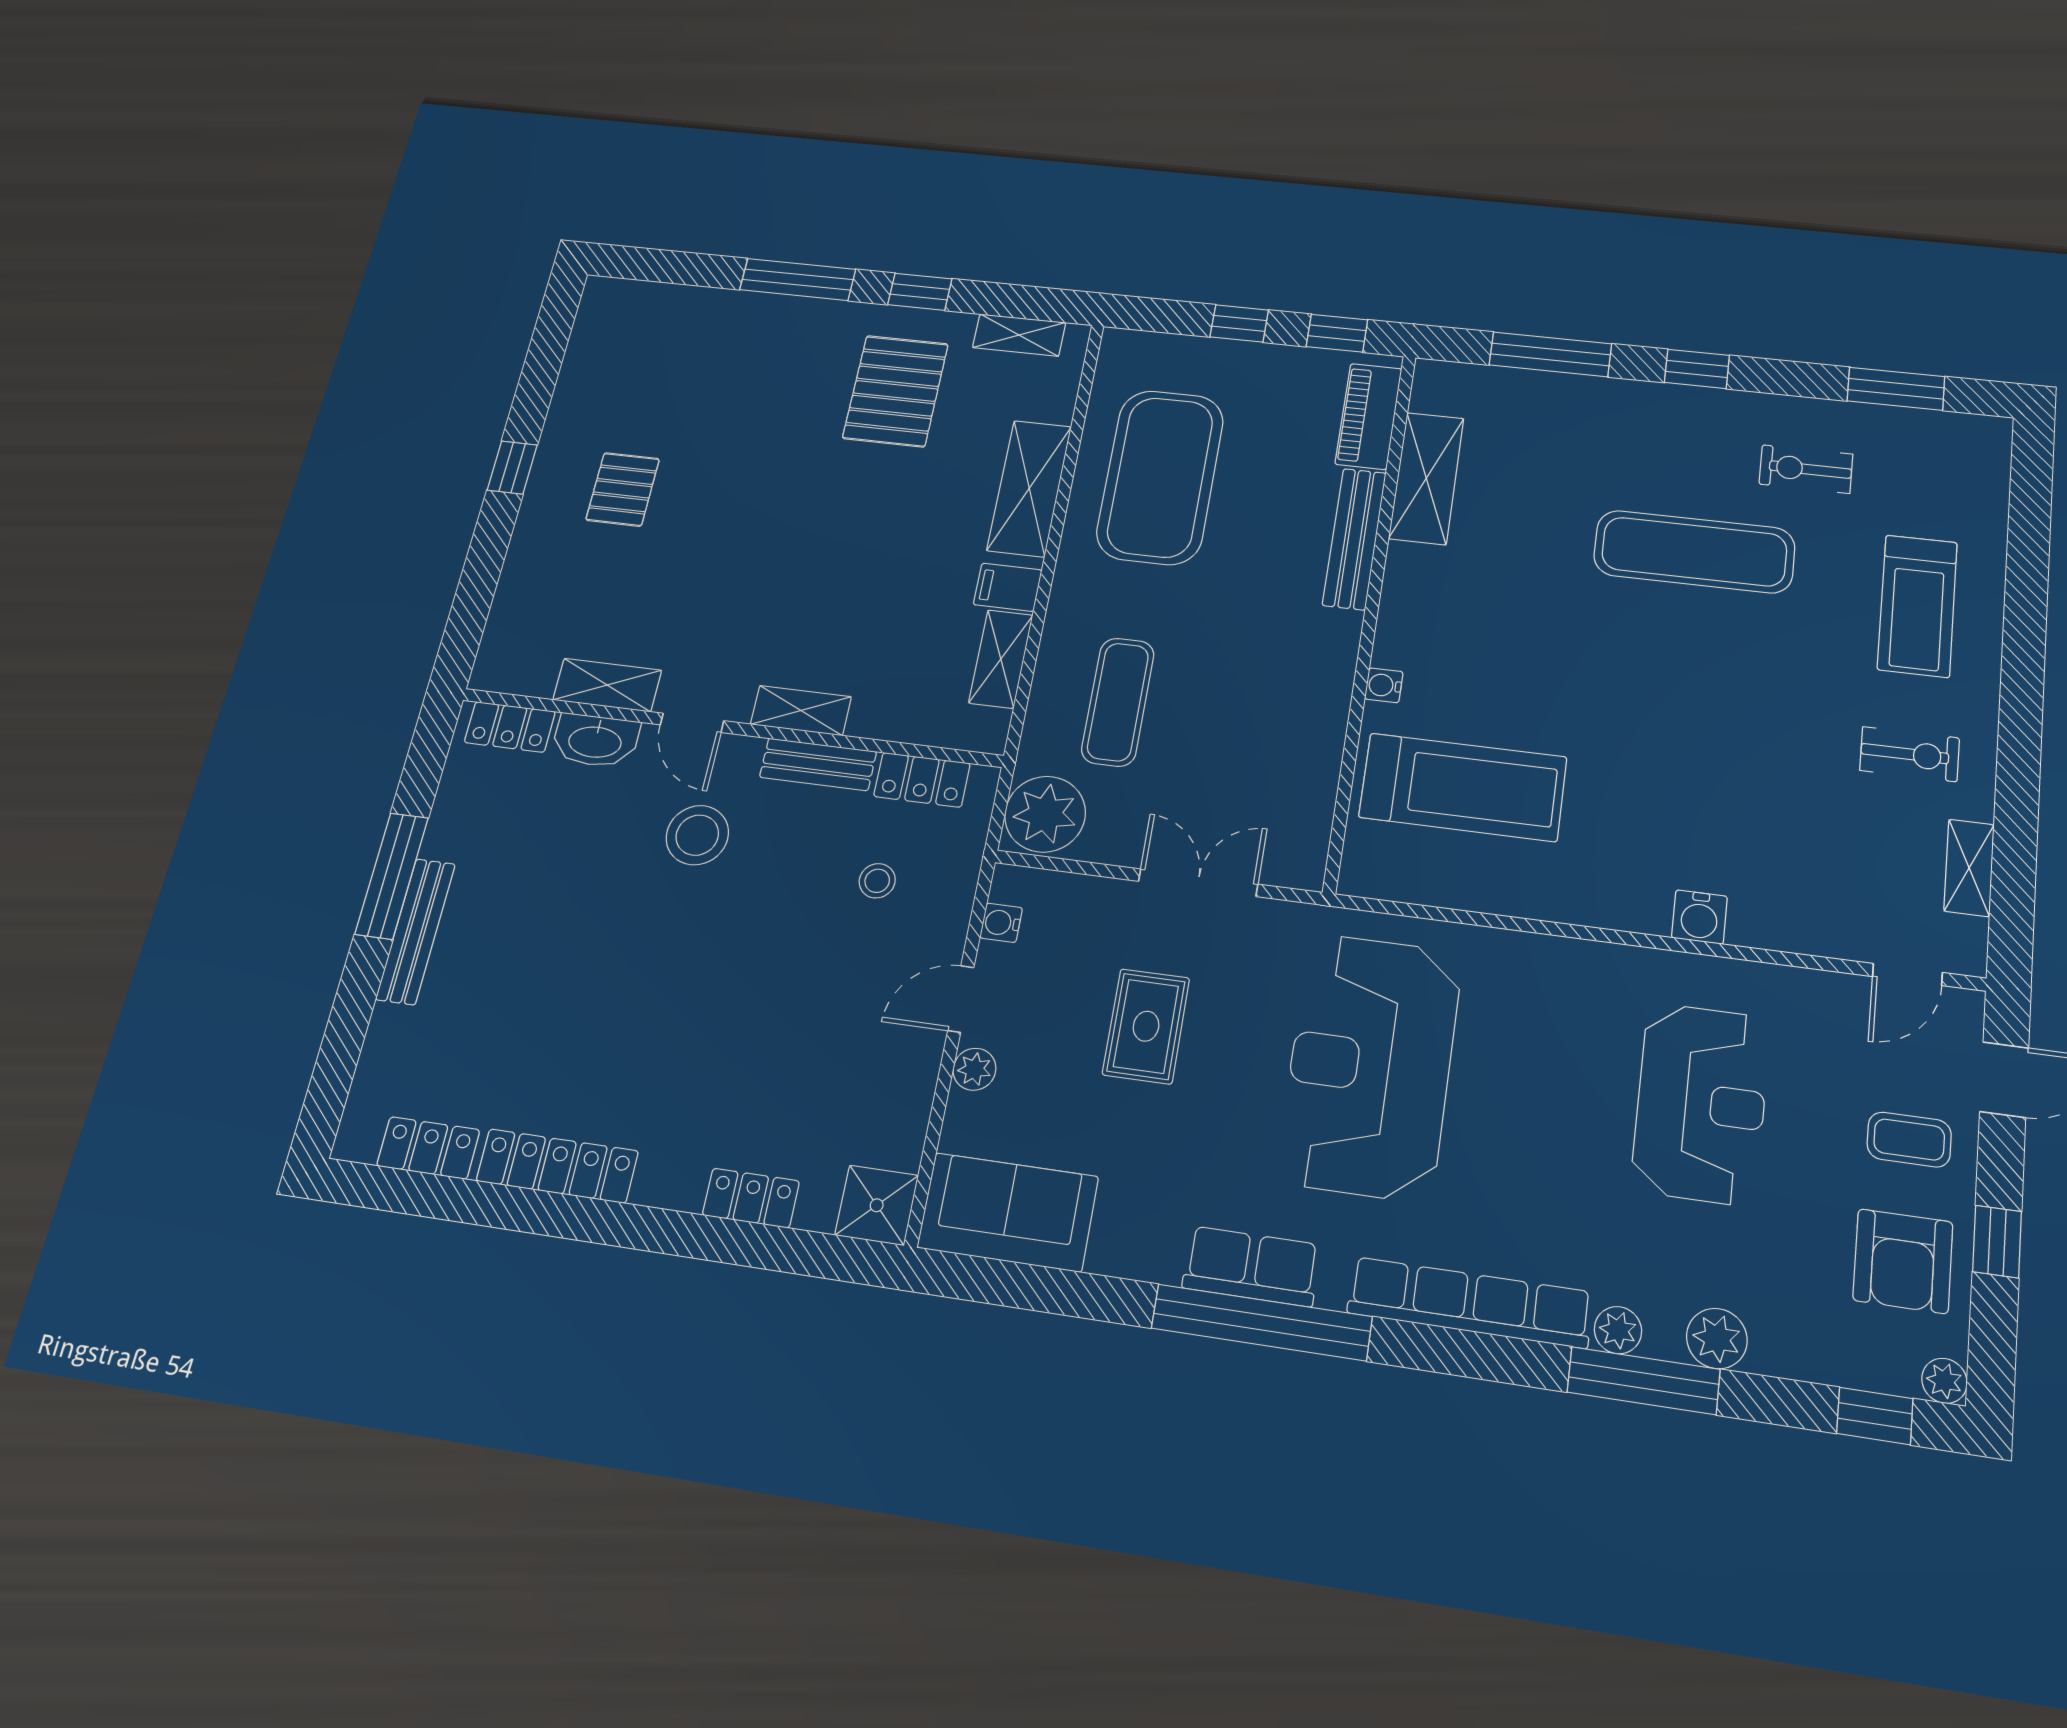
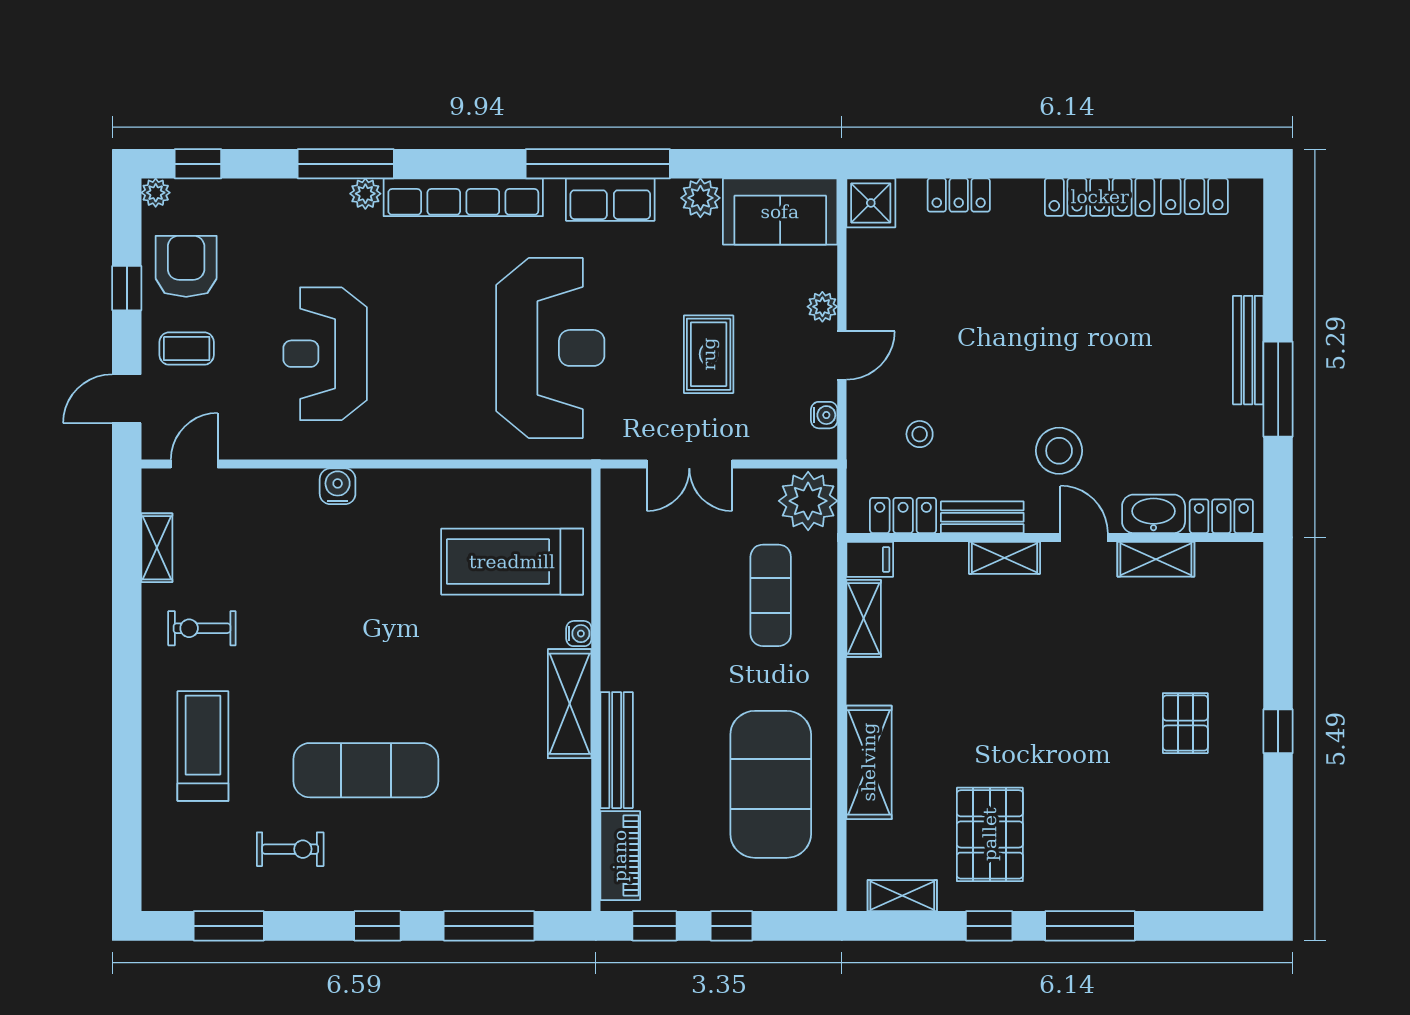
shelving: (1426, 478) -> (570, 704), moved
filing cabinet: (1008, 587) -> (870, 559), moved
plant: (1717, 1338) -> (700, 198), moved

